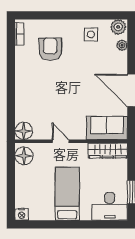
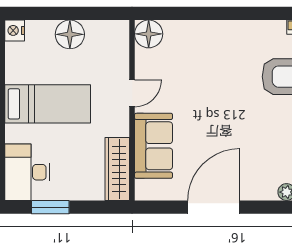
sofa: (107, 128) -> (154, 146), moved
floor lamp: (24, 156) -> (70, 34), moved

